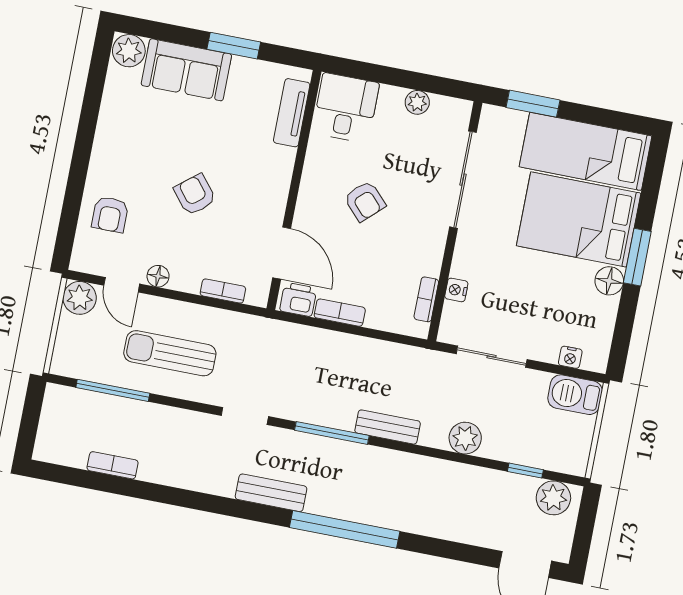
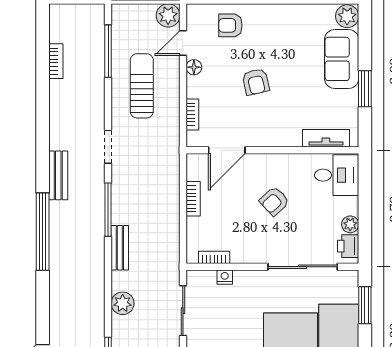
armchair: (195, 195) -> (256, 82), turned 116
printer: (298, 299) -> (348, 246), moved, turned 180

